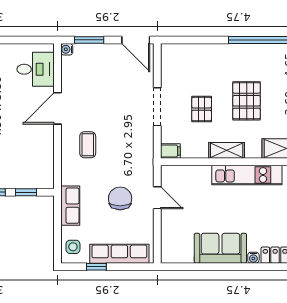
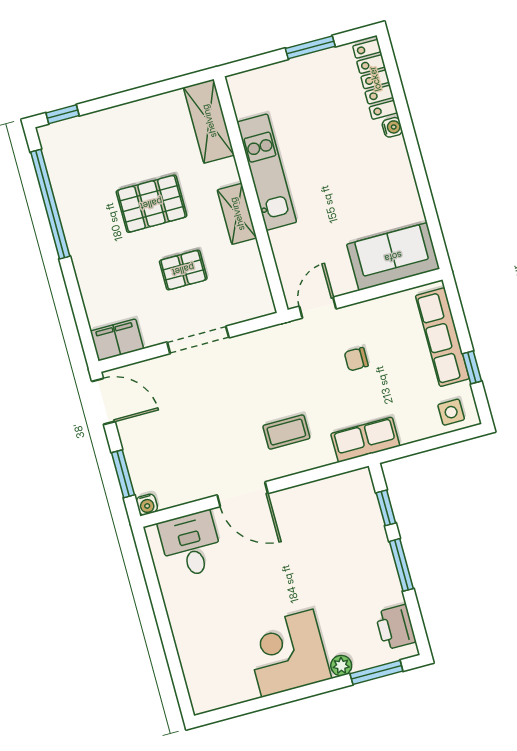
door: (136, 40) -> (103, 401), hinge flipped
filing cabinet: (170, 151) -> (117, 340), moved, width x2.00
chair: (120, 198) -> (356, 359), width x0.54, depth x0.54
door: (157, 198) -> (318, 308), moved
row of seats: (70, 206) -> (365, 440), moved
sofa: (220, 248) -> (393, 257), moved, turned 90

